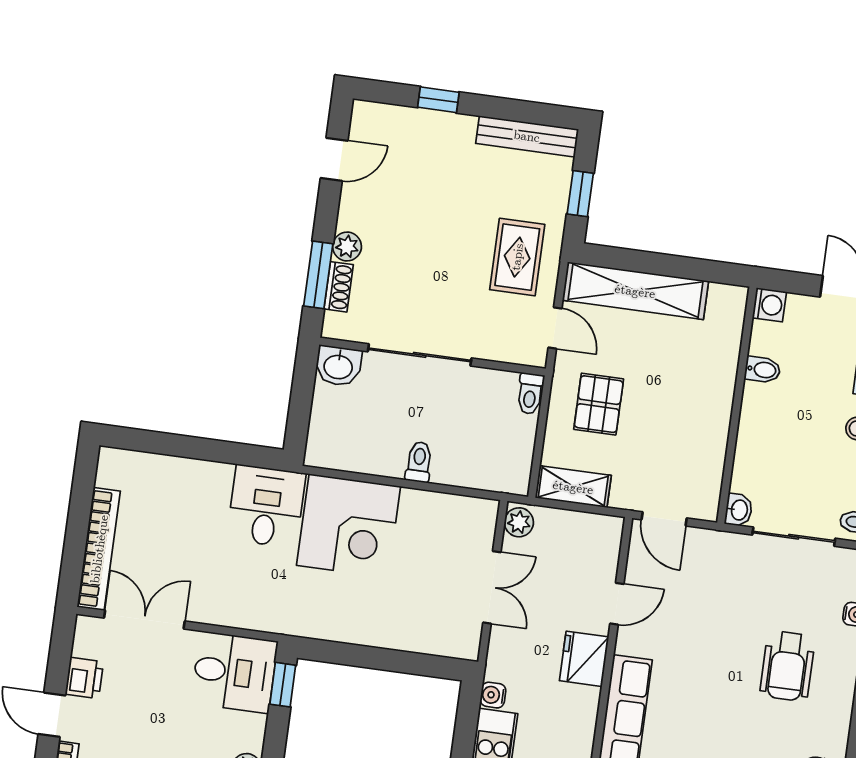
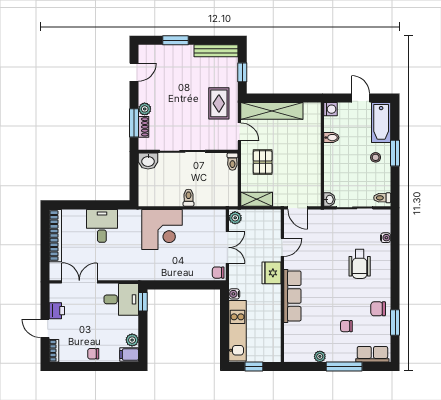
window: (438, 100) -> (175, 40), width x1.50
desk: (266, 506) -> (102, 226), moved
bookcase: (99, 549) -> (55, 236), moved
chair: (463, 641) -> (218, 273), added

